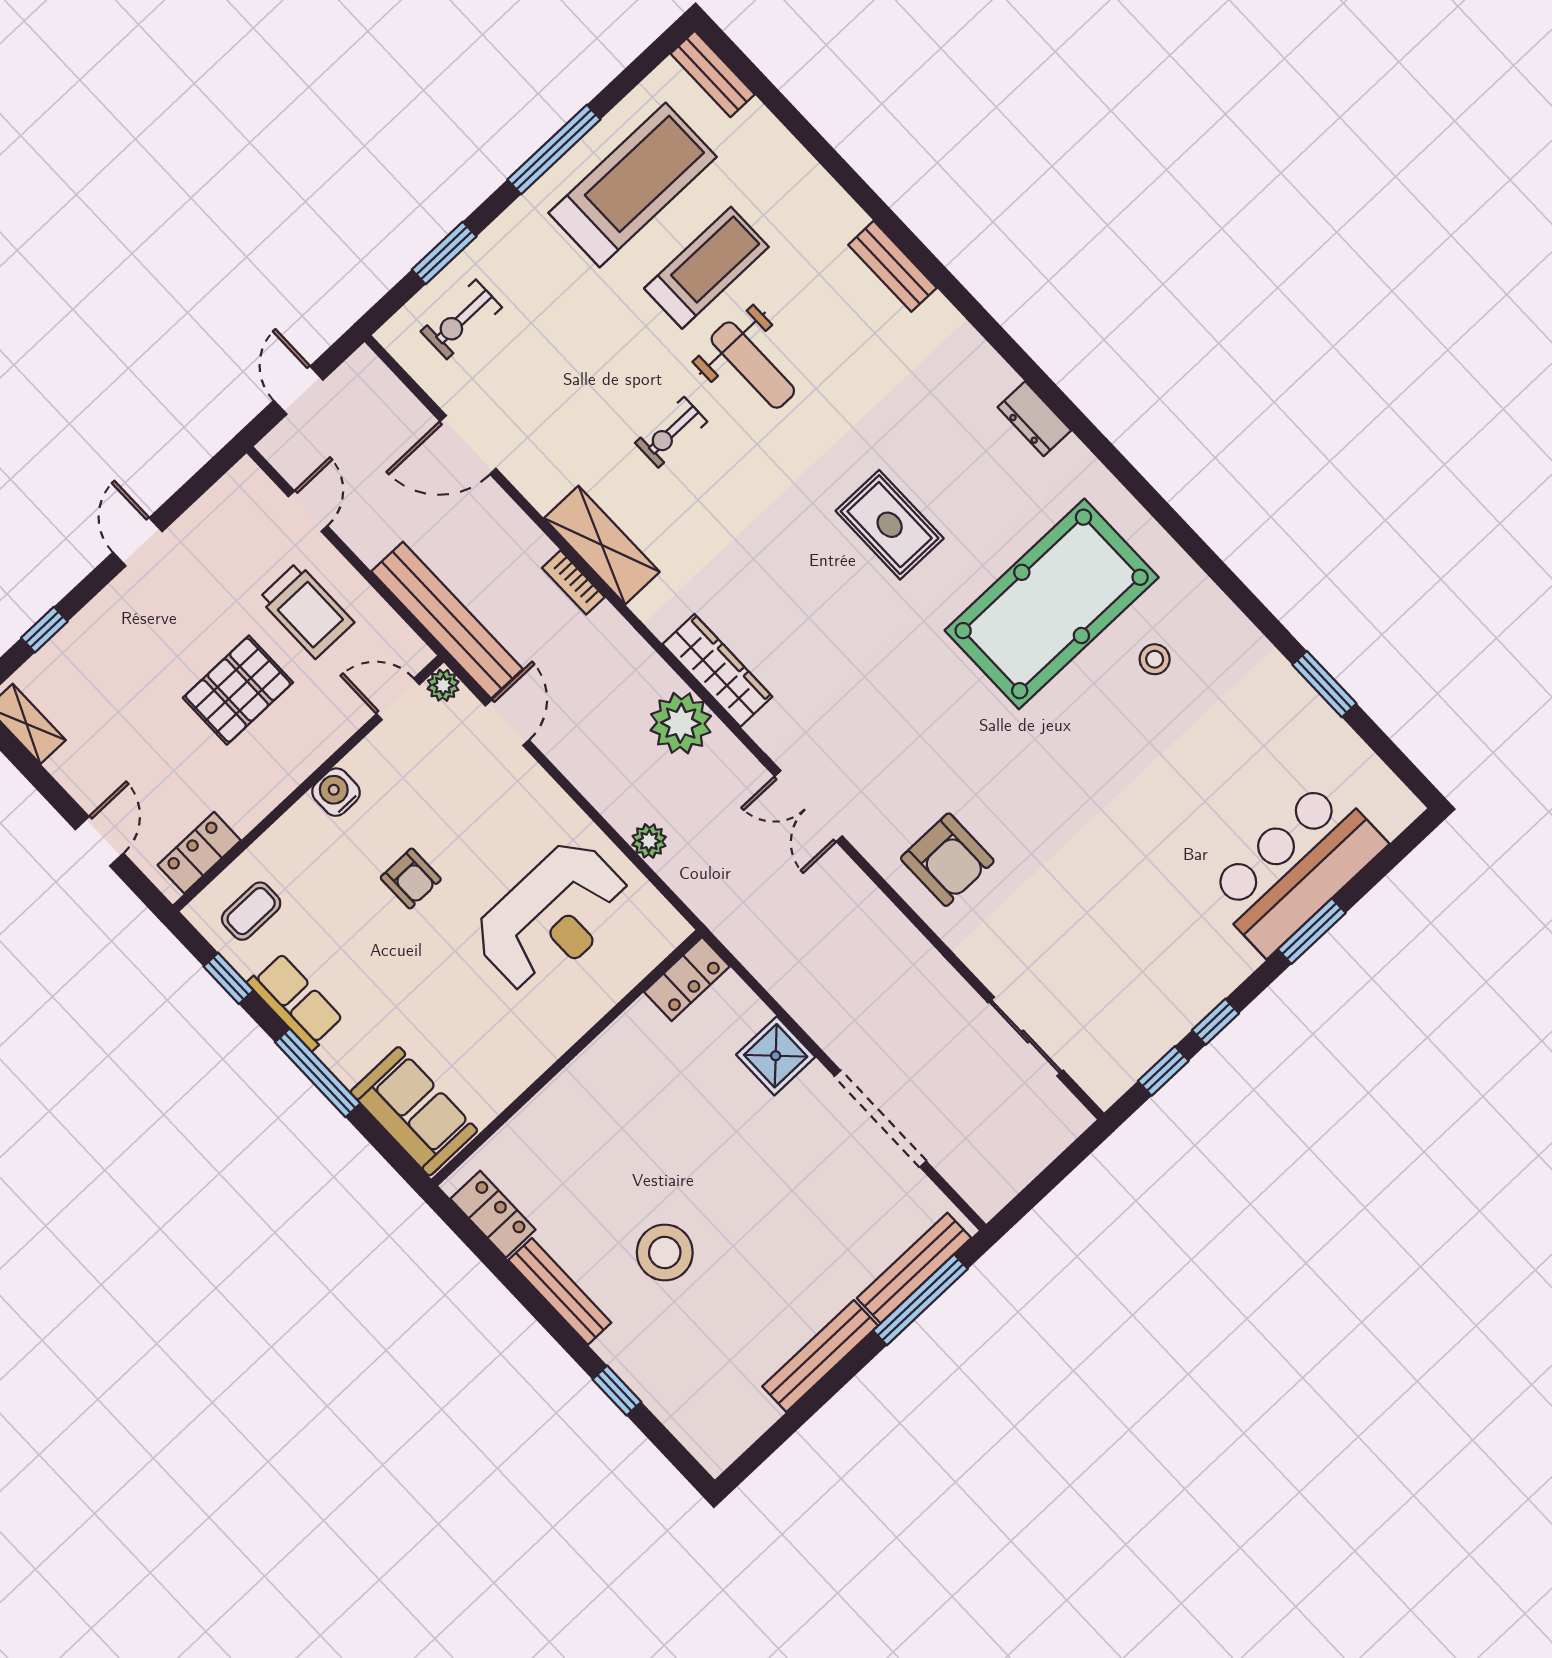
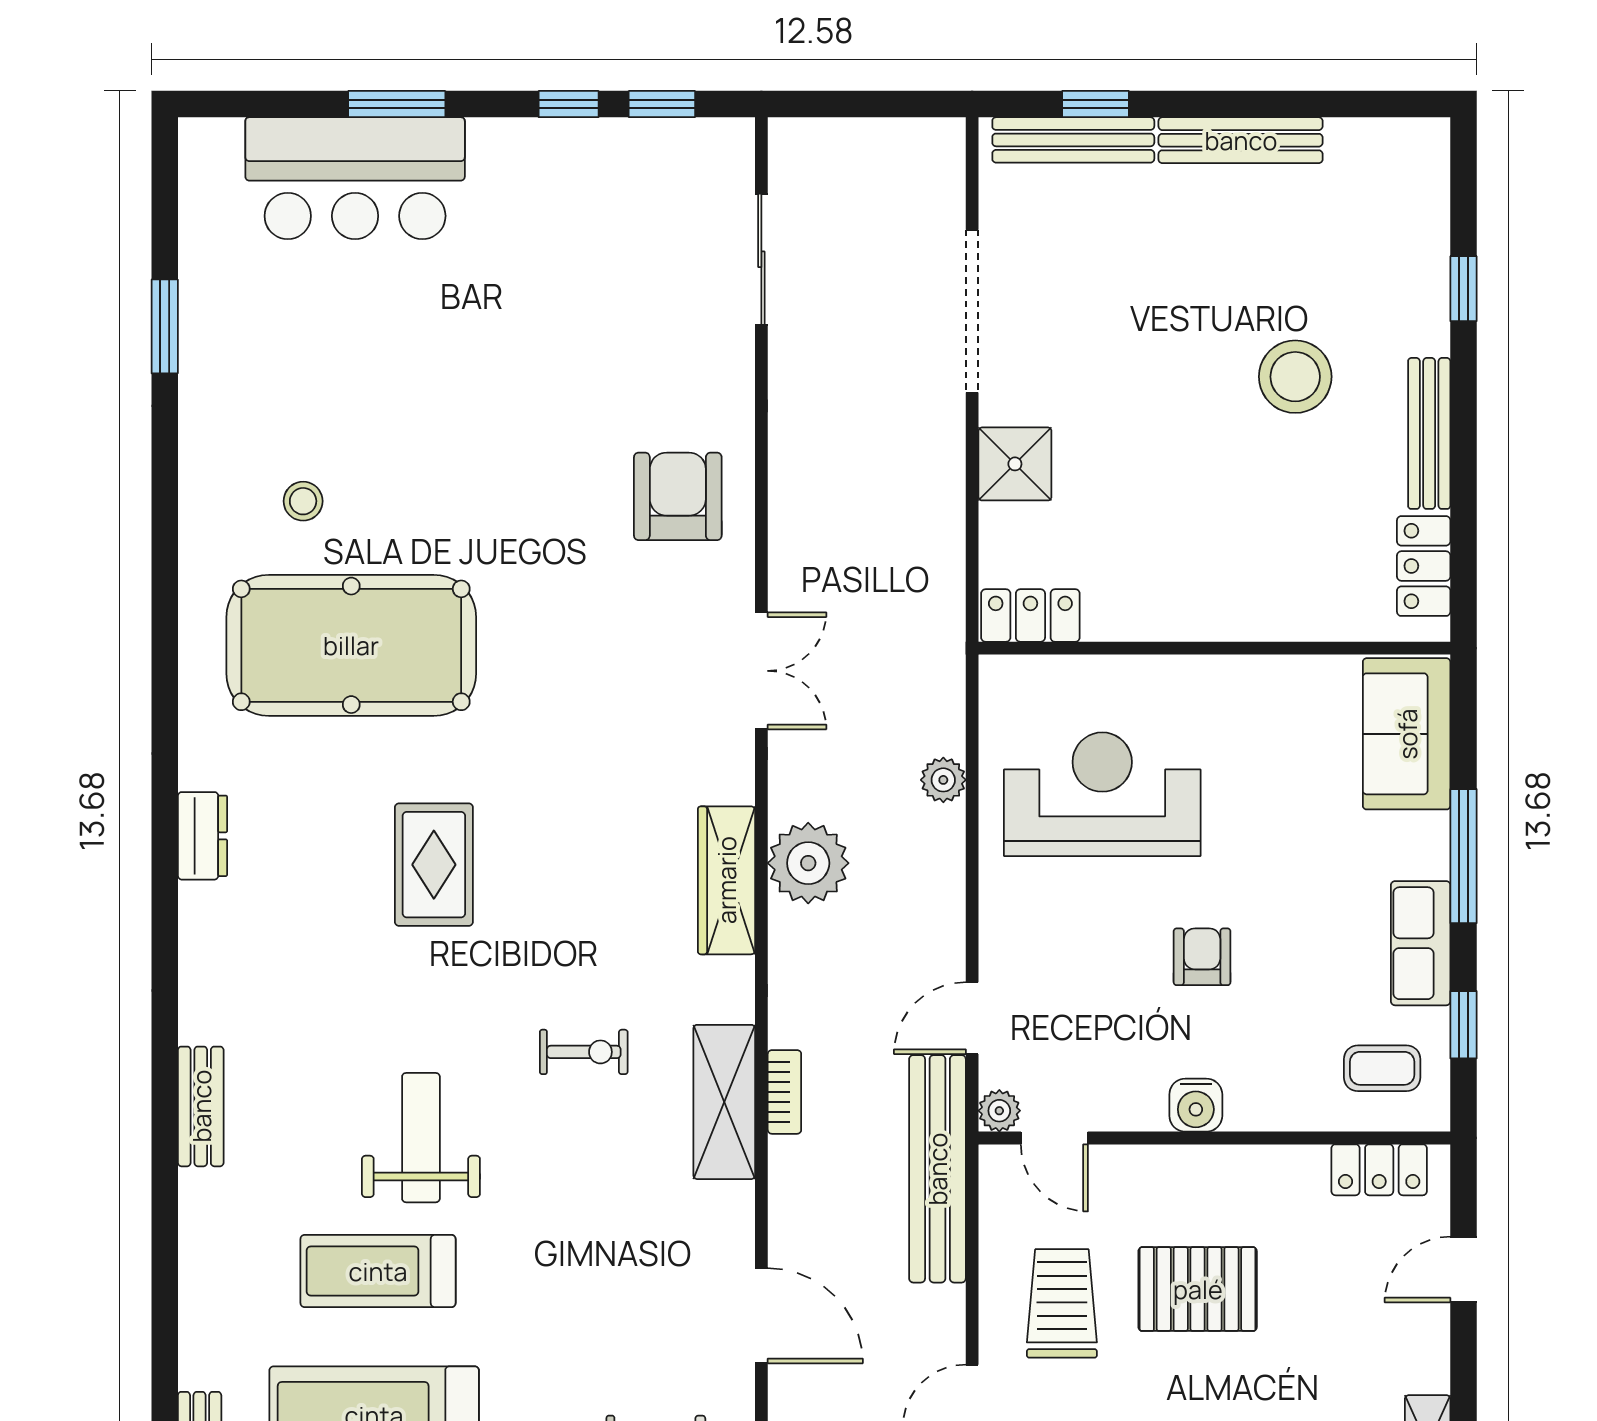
exercise bike: (671, 432) -> (584, 1052), moved
window: (920, 1300) -> (1096, 104), width x0.46

